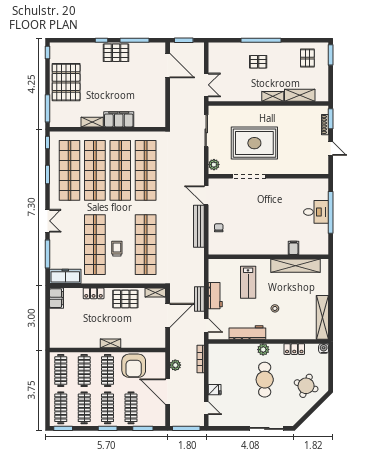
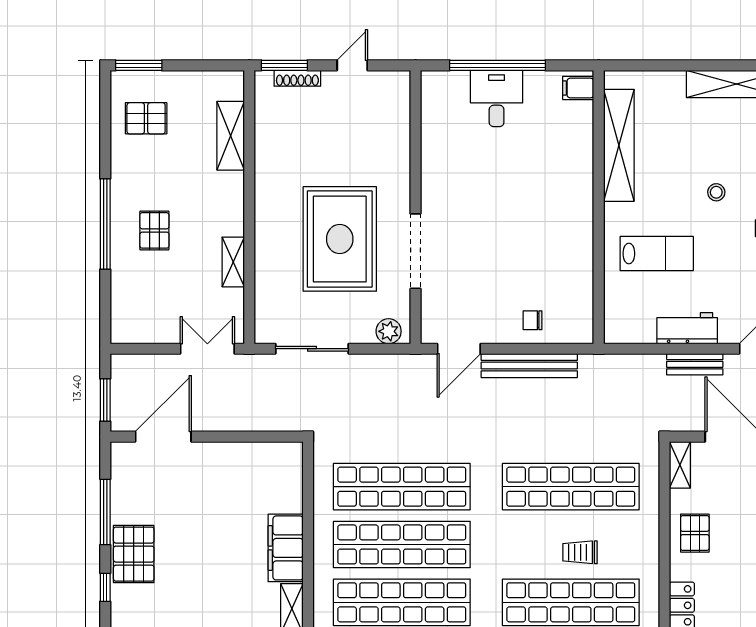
shelving: (273, 96) -> (233, 262), moved
filing cabinet: (293, 248) -> (578, 88), moved
pallet: (125, 299) -> (695, 533), width x0.67, depth x0.71

